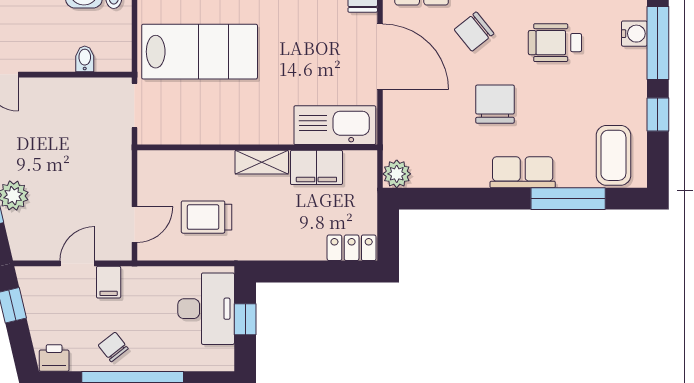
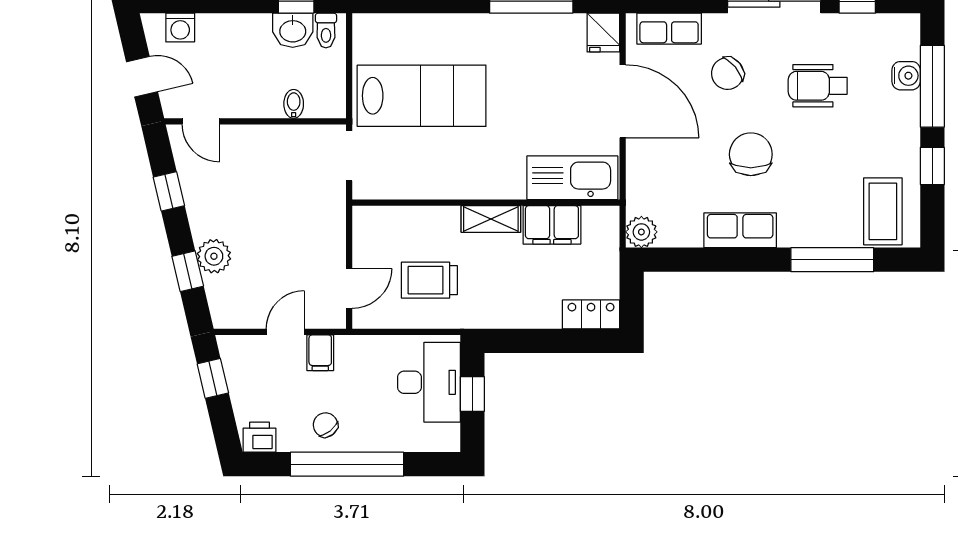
row of seats: (523, 172) -> (740, 230), moved

